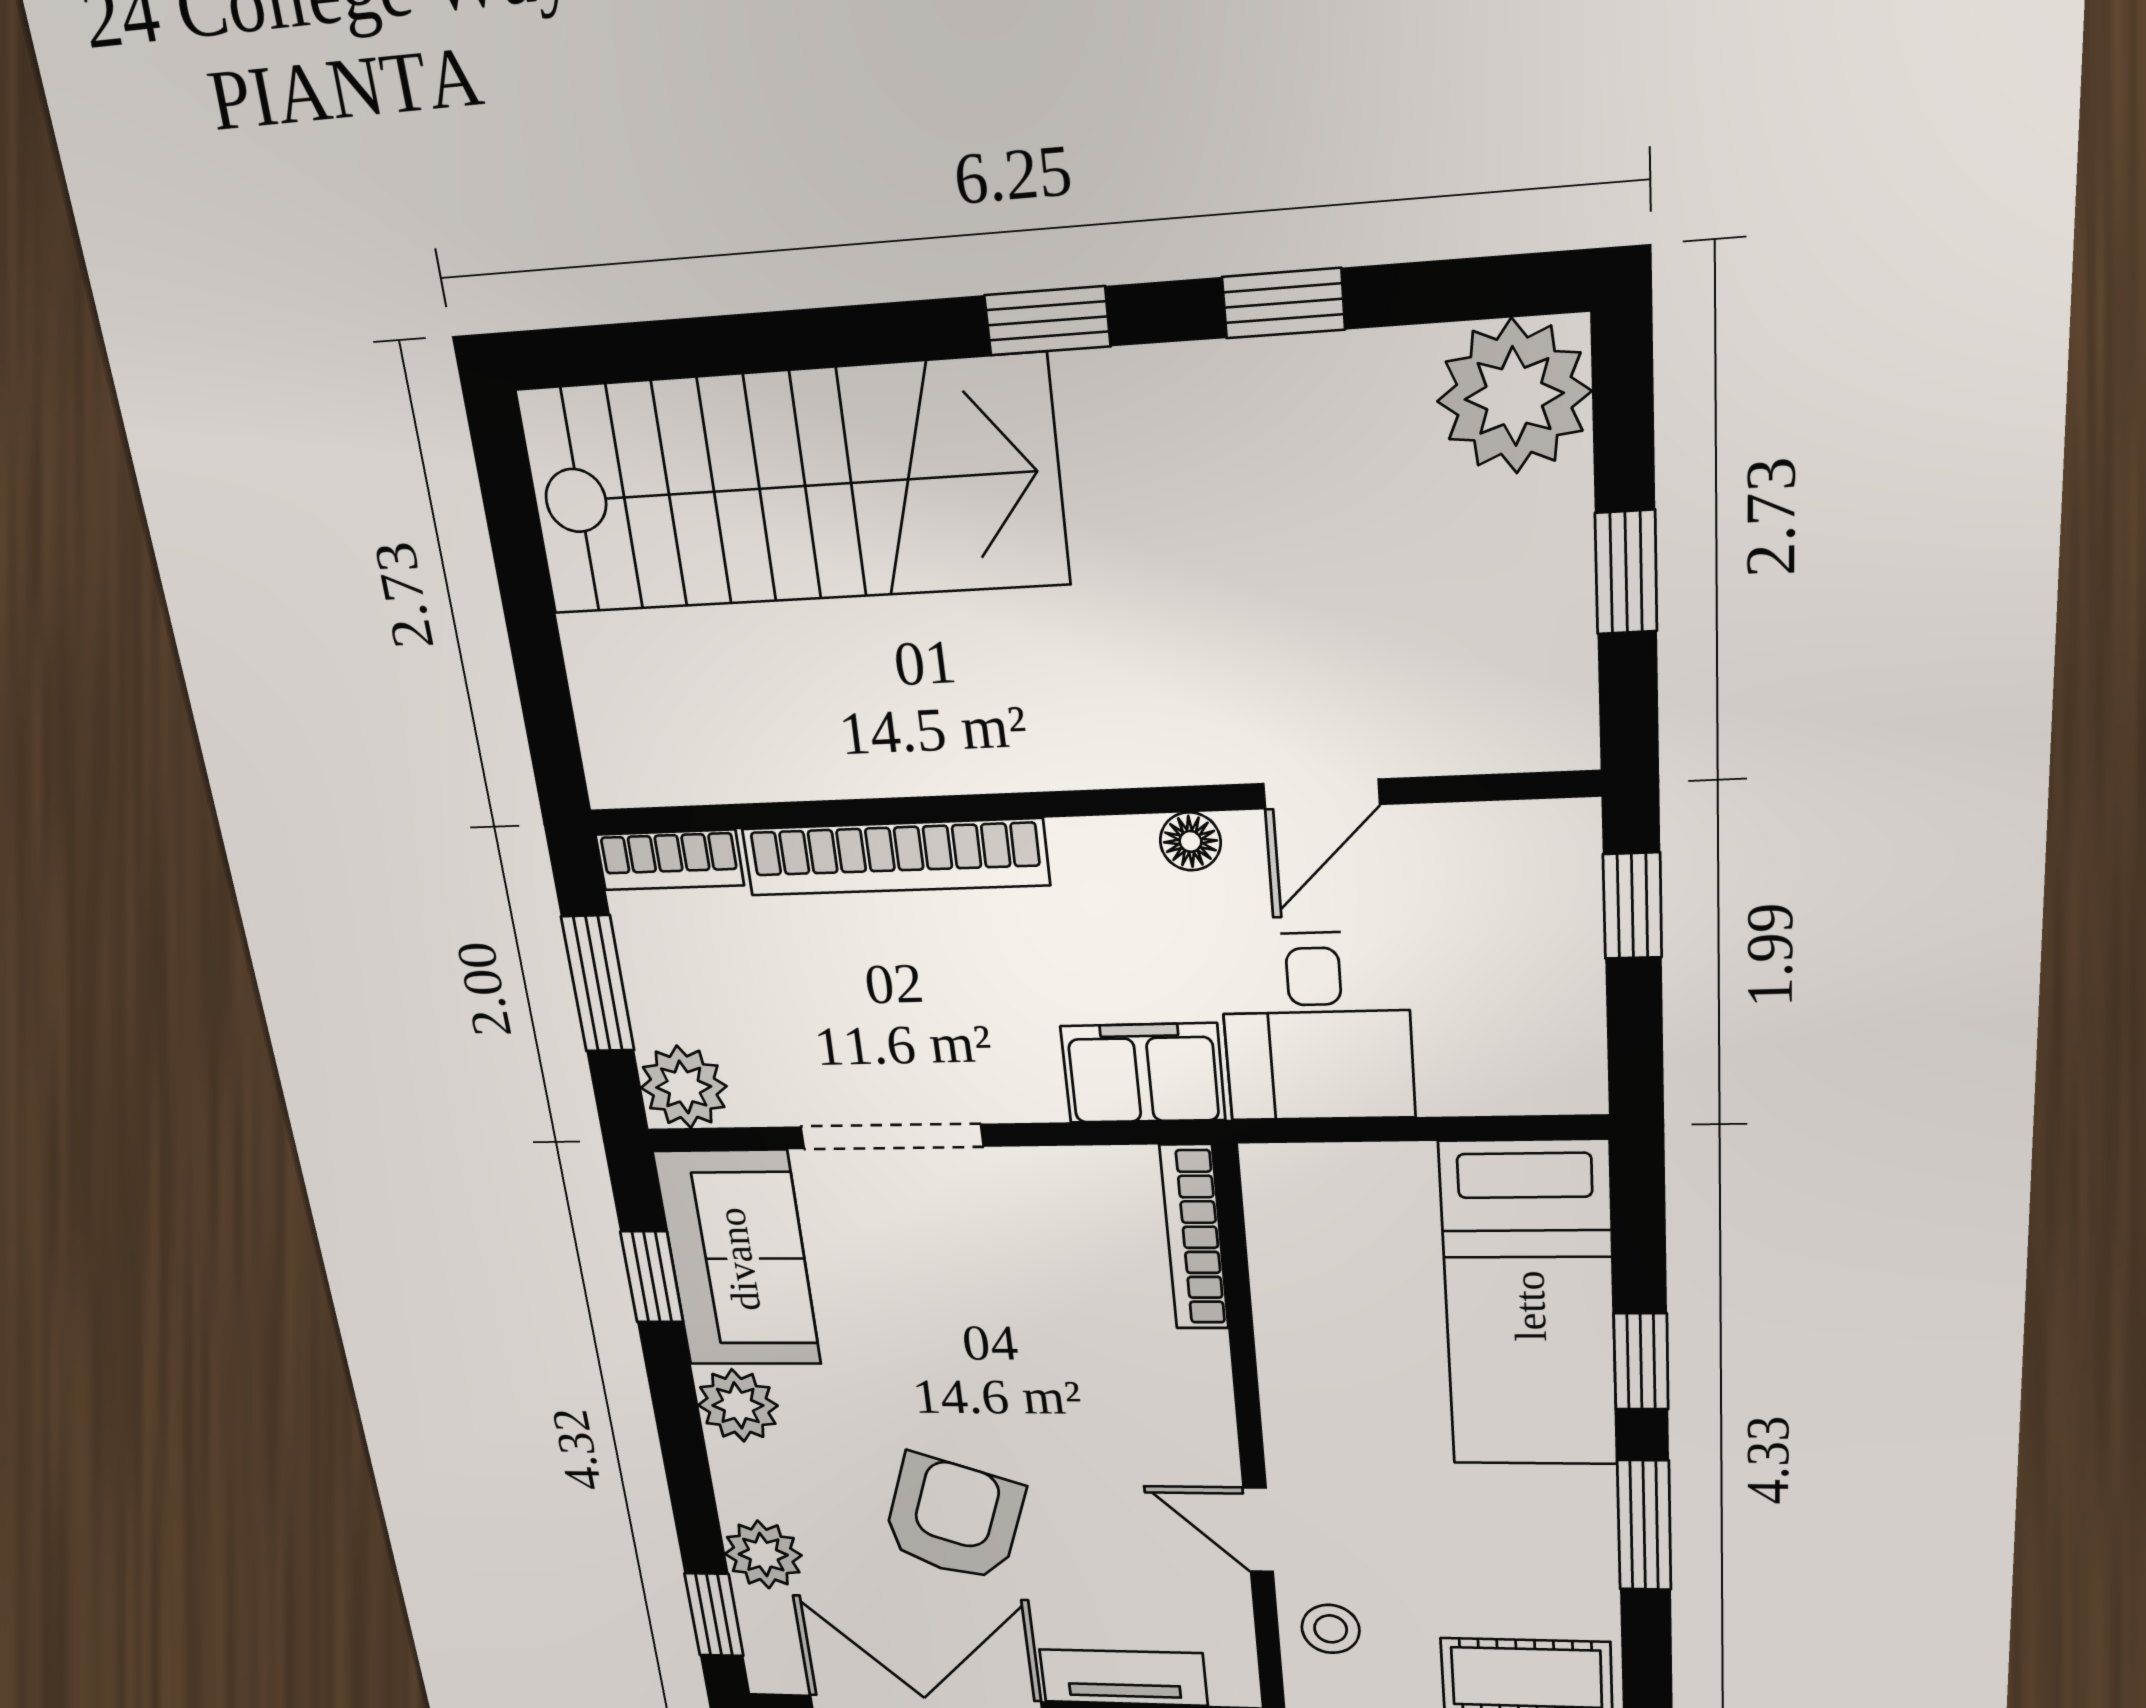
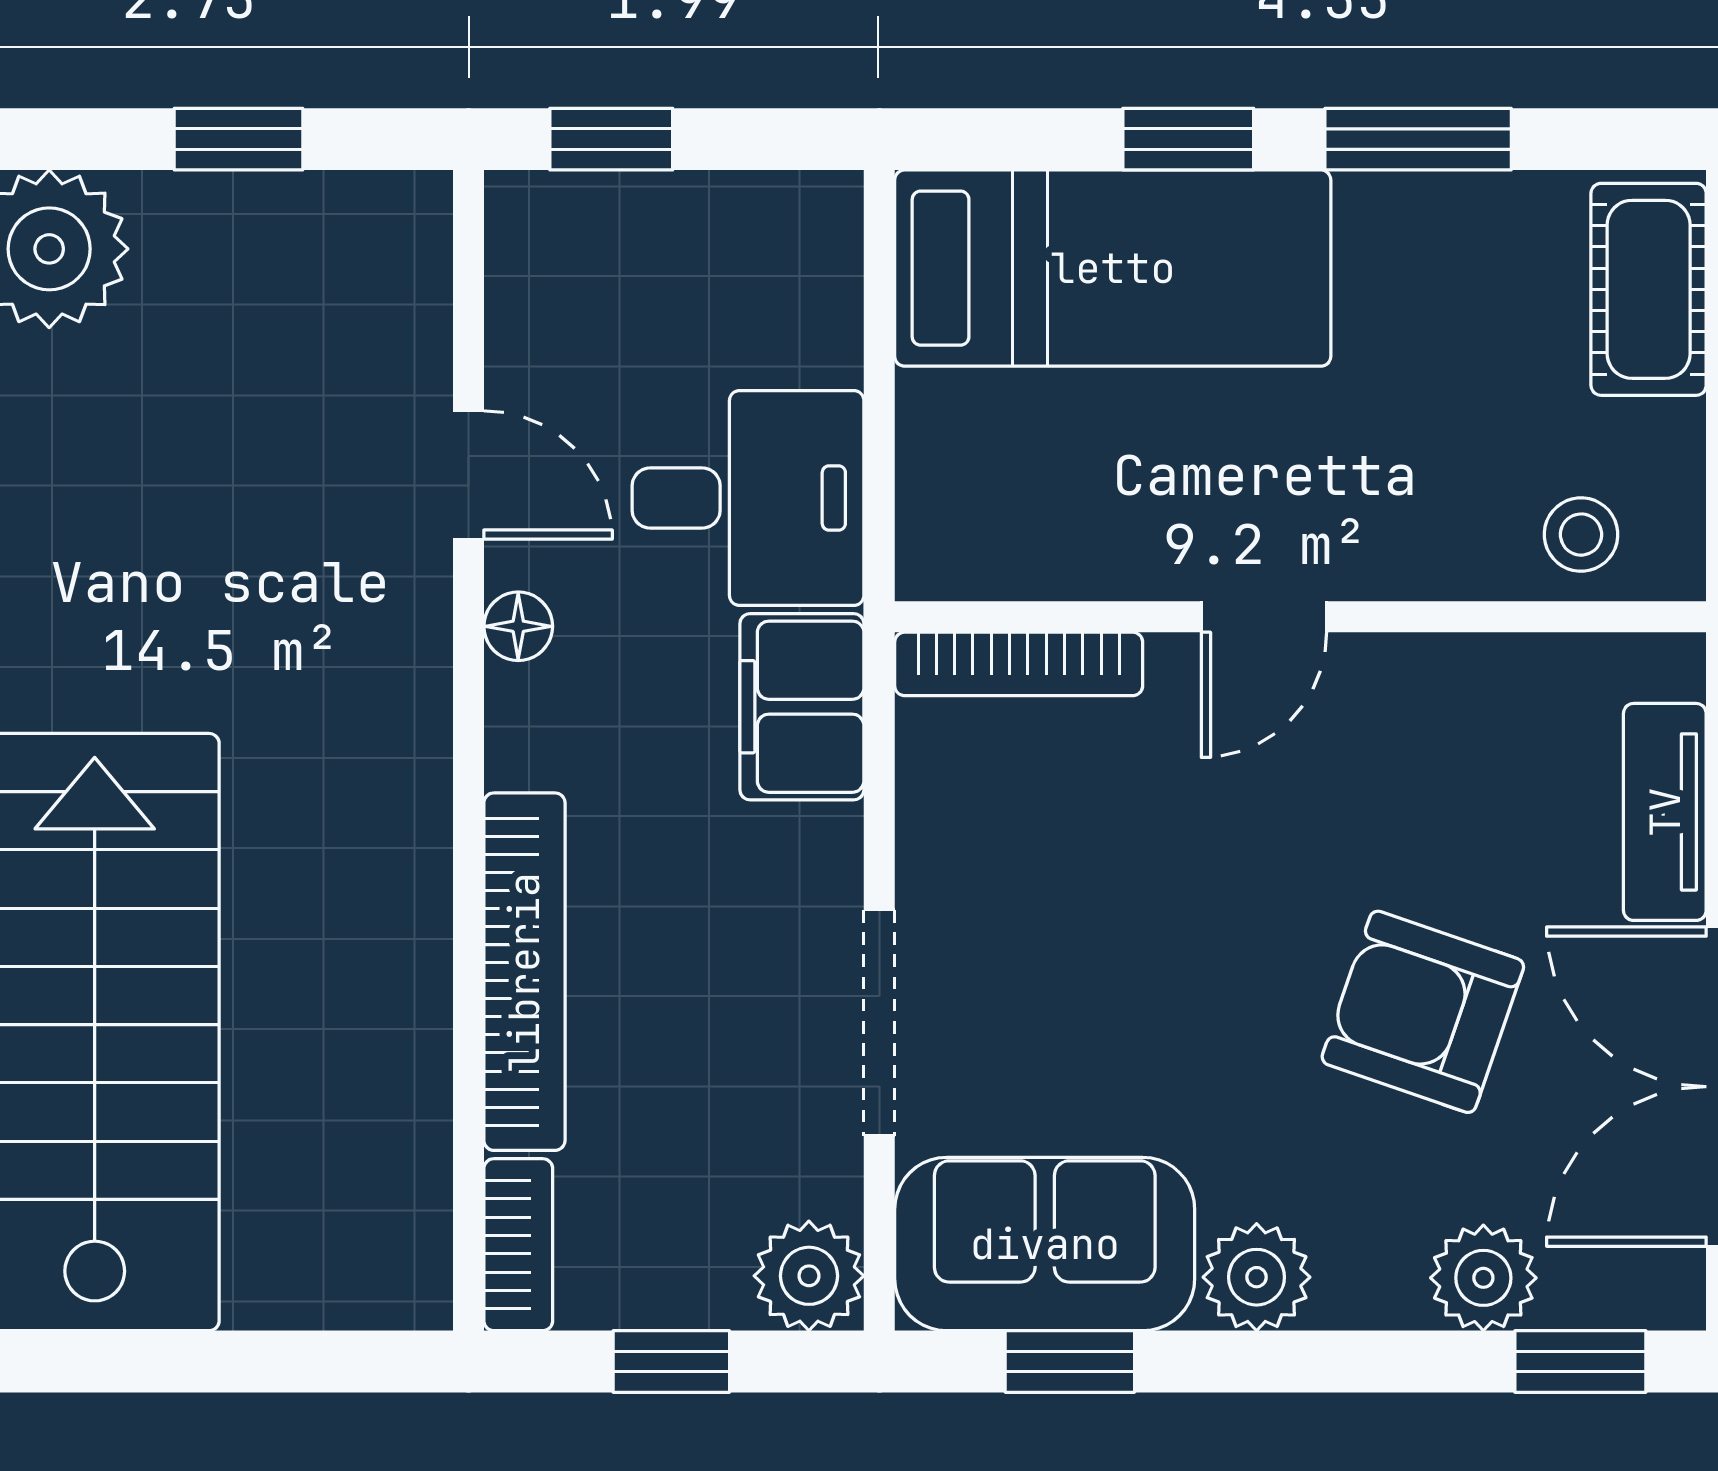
window: (598, 984) -> (671, 1362), width x0.67
door: (1258, 1530) -> (1264, 617), moved

